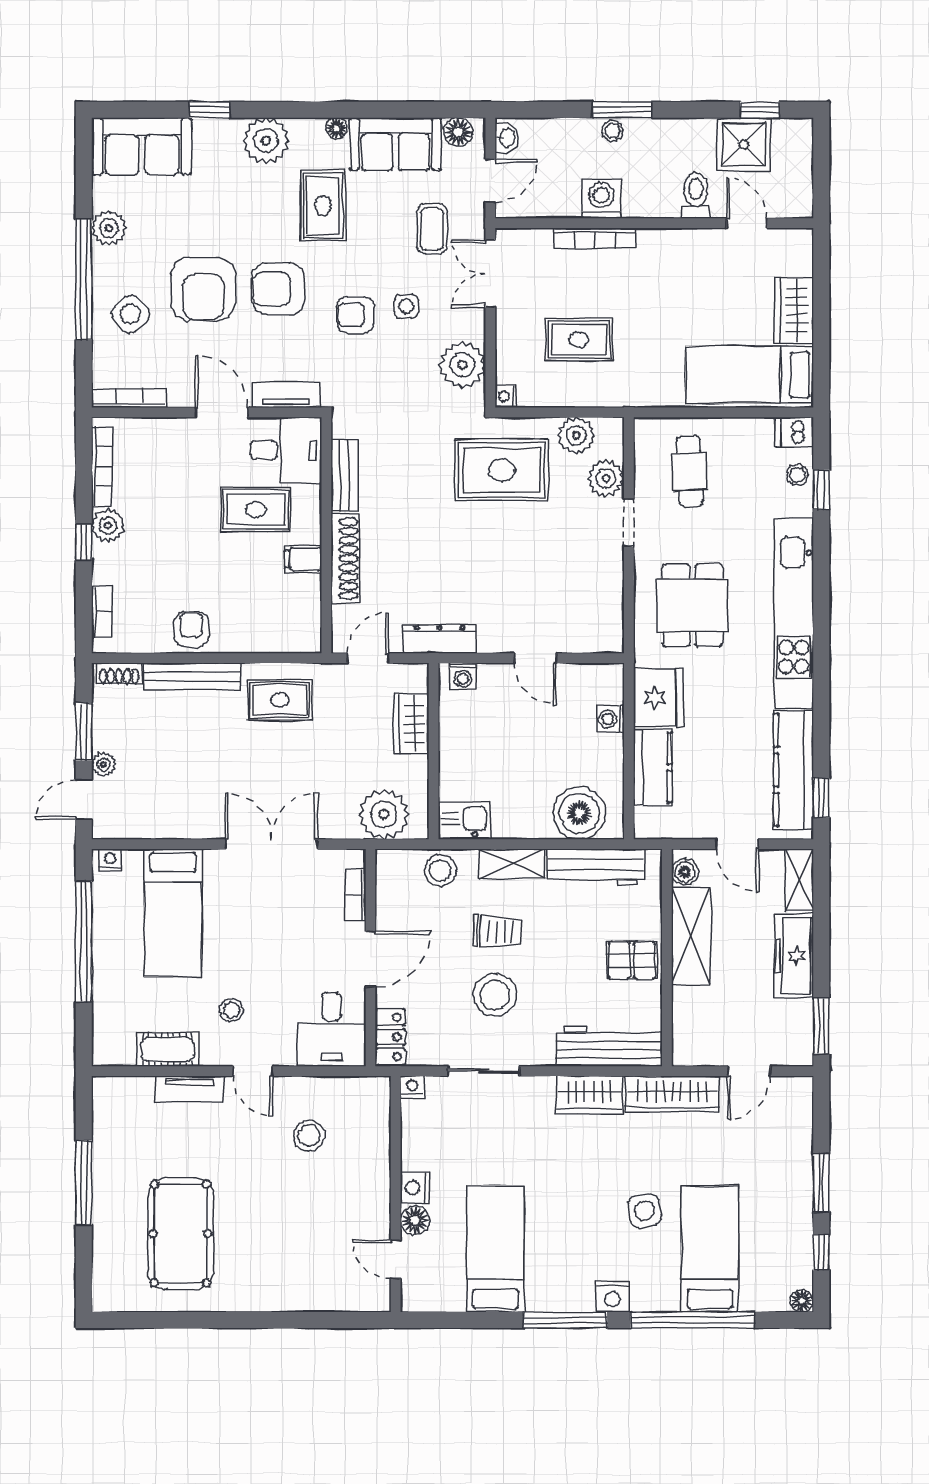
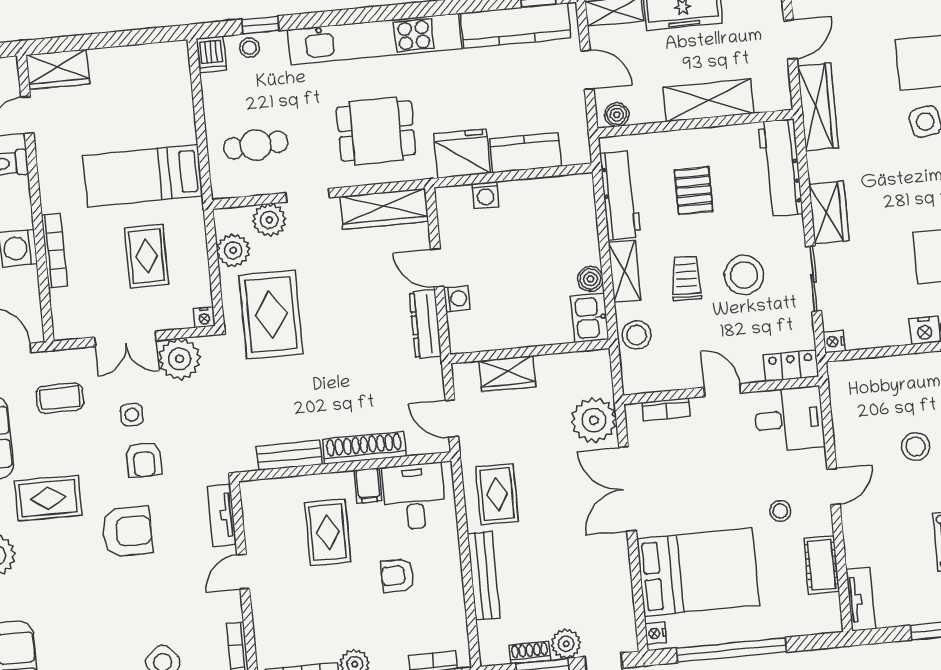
double door: (490, 274) -> (125, 339), moved
armchair: (203, 289) -> (134, 599), removed
armchair: (278, 289) -> (127, 531), turned -90
wardrobe: (794, 310) -> (58, 69), moved
bed: (750, 375) -> (143, 176), moved, turned 90
door: (221, 412) -> (243, 572), width x0.73
desk: (286, 450) -> (414, 497), moved
wardrobe: (606, 606) -> (384, 209), added
armchair: (191, 629) -> (397, 575), moved
dresser: (440, 639) -> (425, 324), moved
door: (535, 658) -> (437, 268), swing flipped
shoe rack: (119, 674) -> (530, 653), moved, turned -90
washing machine: (463, 676) -> (457, 299), moved
plant: (103, 764) -> (566, 644), width x1.38, depth x1.38
boiler: (579, 813) -> (590, 279), moved, width x0.54, depth x0.54
plant: (384, 814) -> (594, 420), moved
door: (737, 844) -> (587, 70), hinge flipped
bed: (173, 913) -> (698, 572), width x1.50
shelving: (691, 936) -> (709, 100), moved
door: (371, 959) -> (722, 390), width x0.73
pallet: (632, 960) -> (694, 191), moved
door: (749, 1071) -> (791, 40), hinge flipped
tv unit: (190, 1089) -> (861, 599), moved
wardrobe: (589, 1095) -> (829, 212), moved
stool: (309, 1136) -> (916, 447), moved

